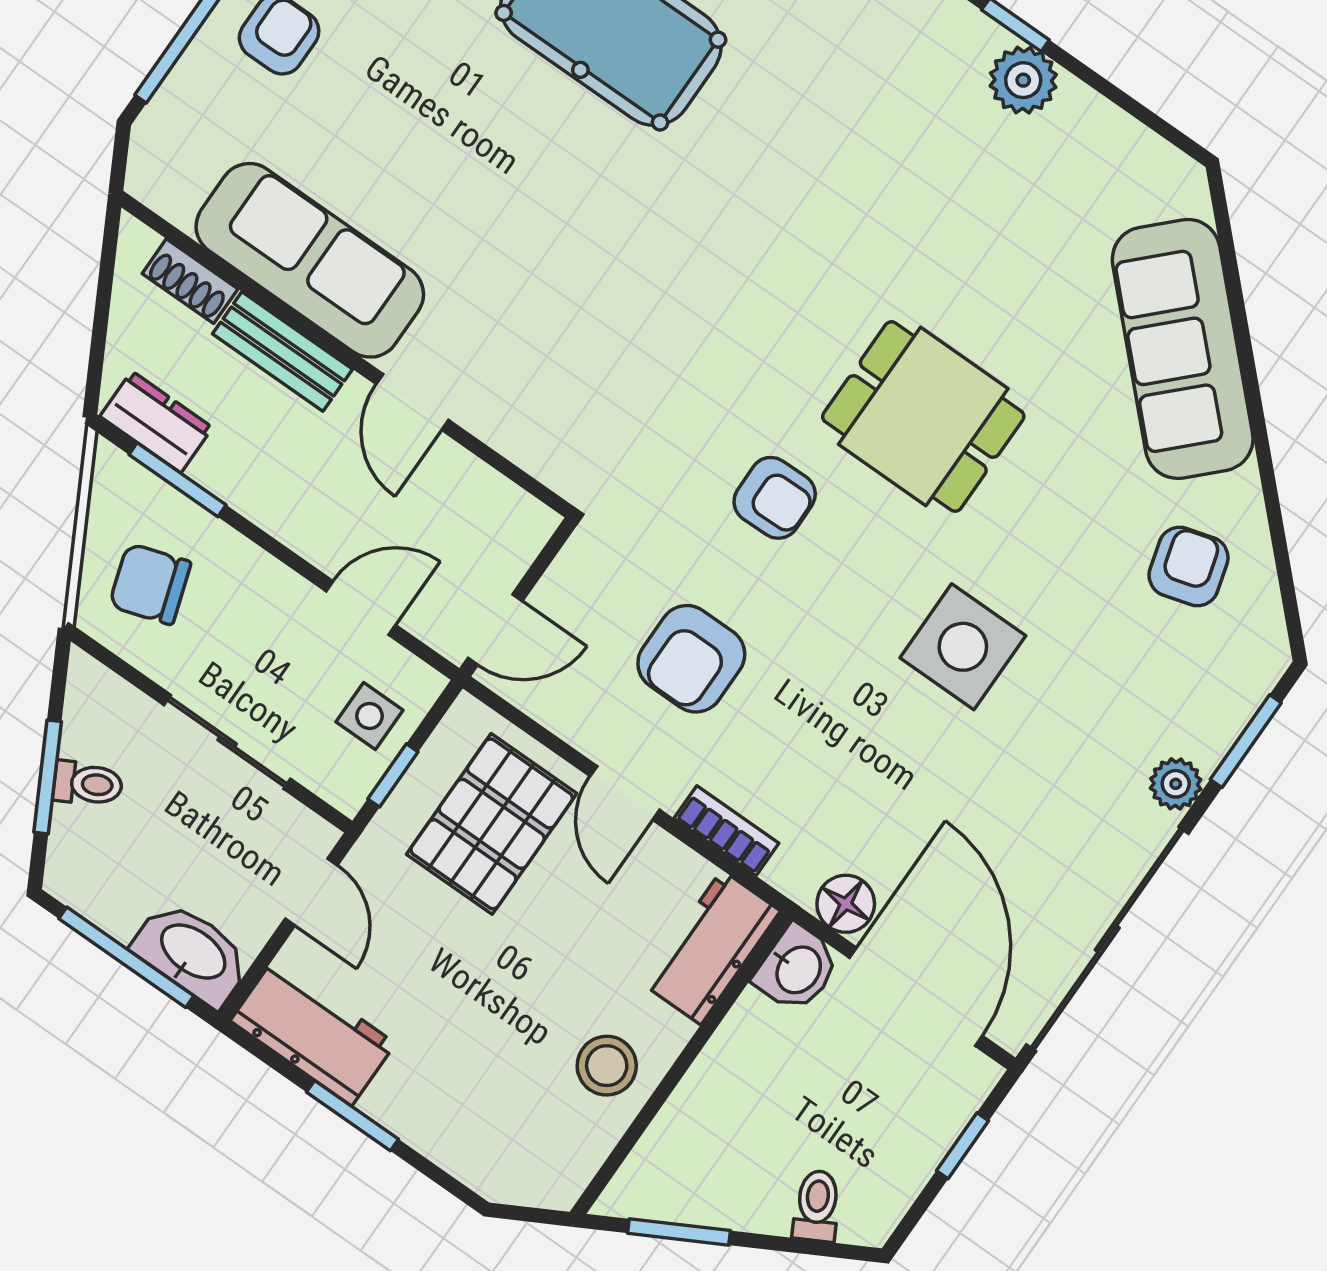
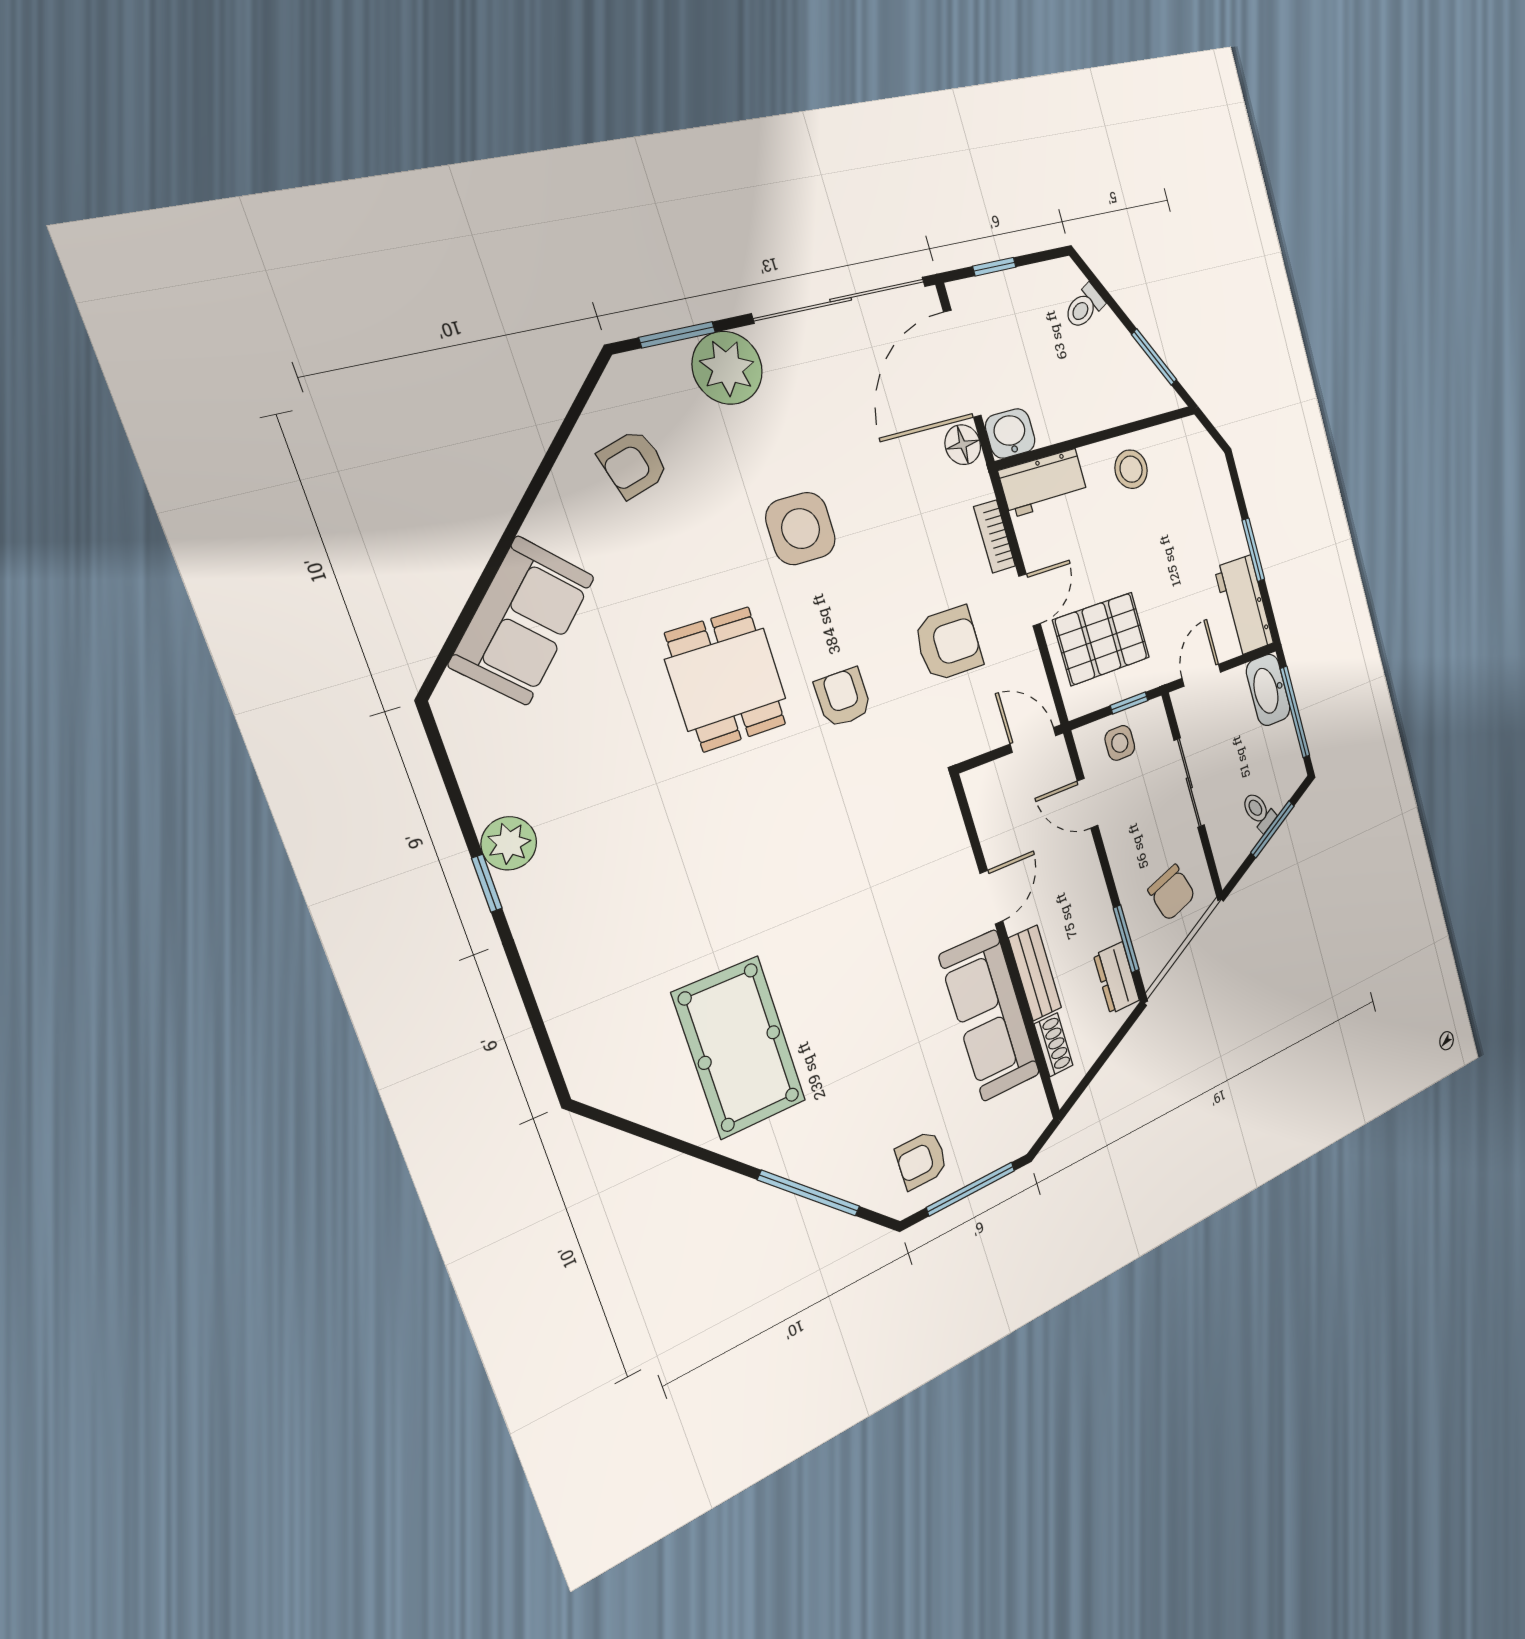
sofa: (1183, 349) -> (522, 621), width x0.73
plant: (1176, 784) -> (727, 368), width x1.87, depth x1.87

